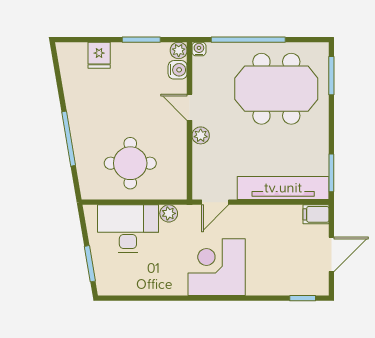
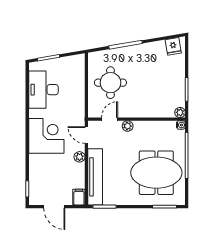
fridge: (99, 55) -> (173, 46), moved, turned -100
water cooler: (178, 70) -> (168, 112), removed
meeting table: (276, 89) -> (156, 173), turned 90
door: (190, 107) -> (110, 119), moved
plant: (169, 213) -> (79, 157), moved
desk: (128, 229) -> (44, 90), moved, turned 180

